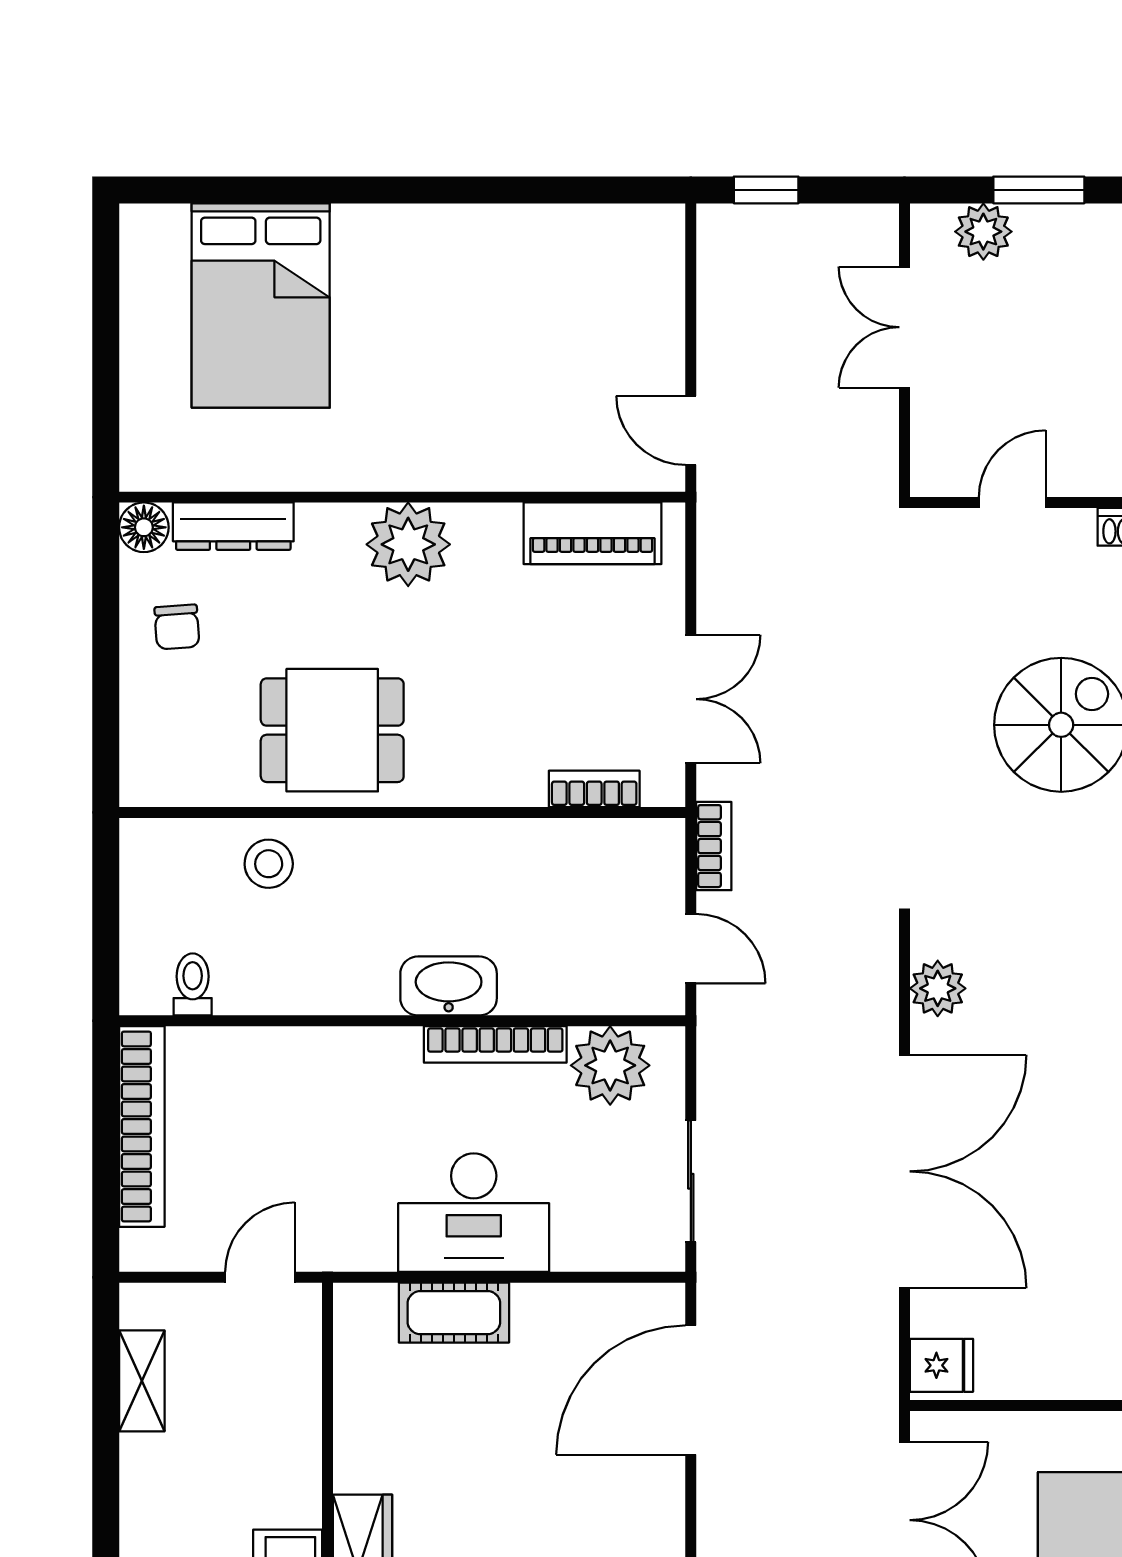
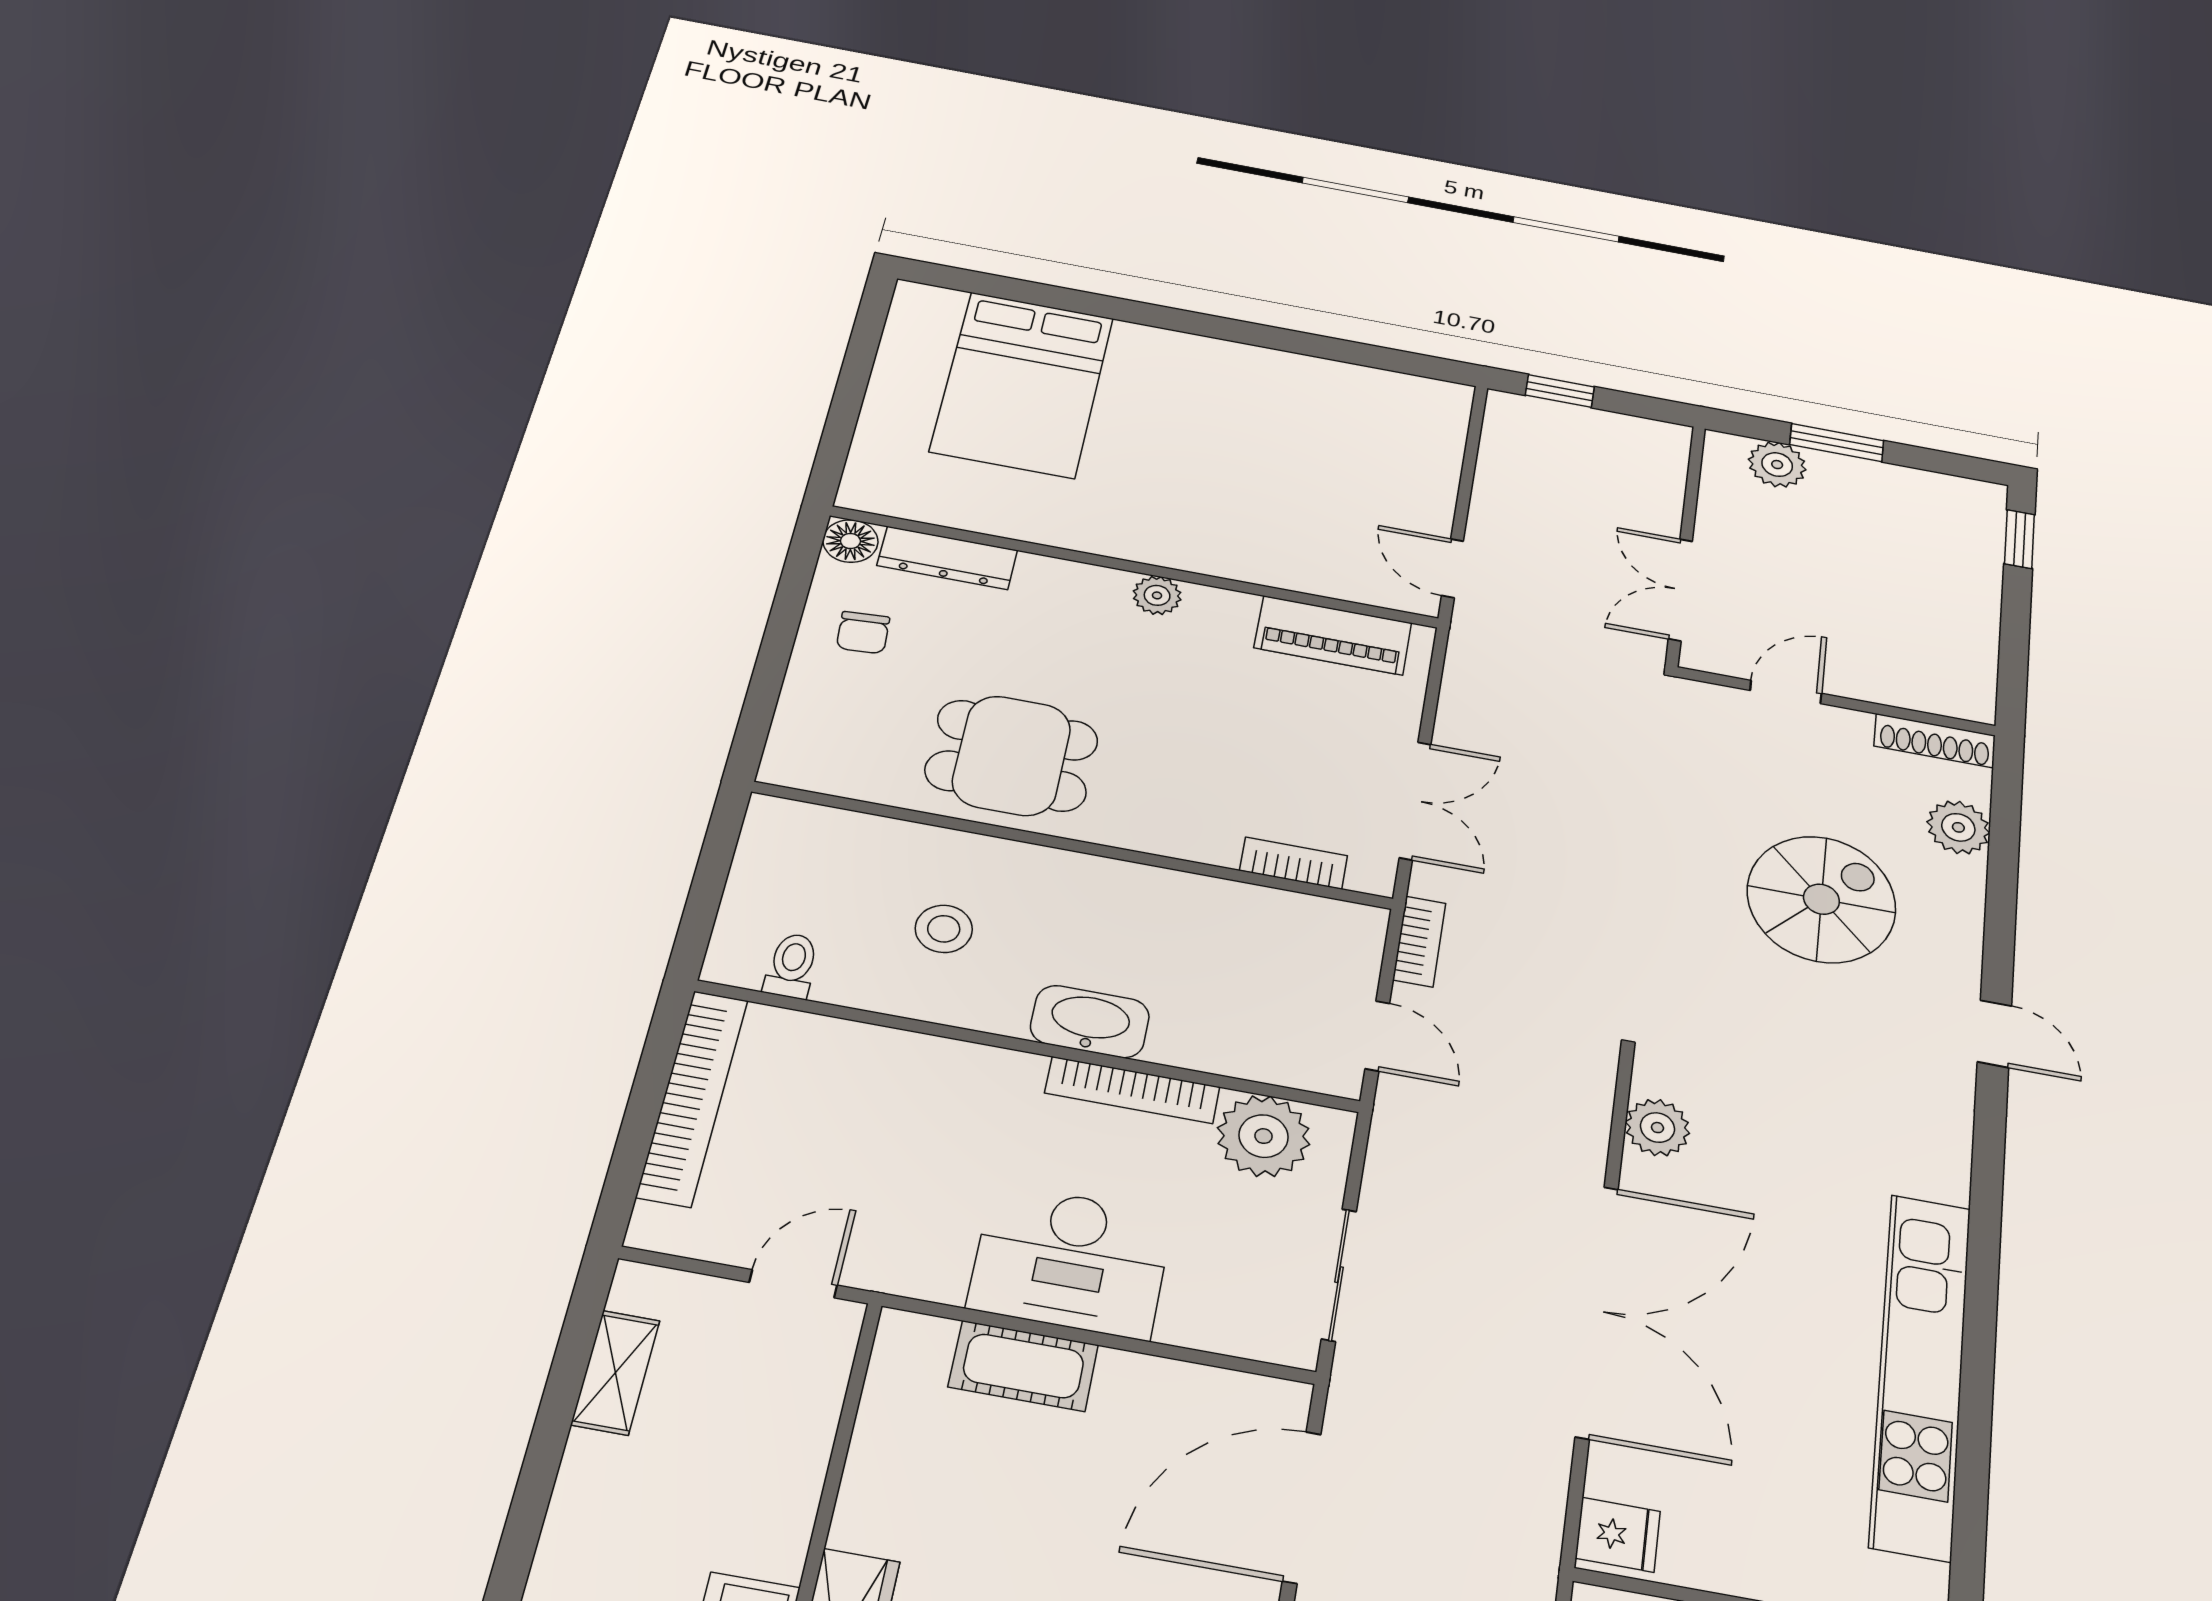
double door: (905, 327) -> (1680, 590), moved
plant: (408, 544) -> (1157, 595), width x0.53, depth x0.53
stool: (269, 864) -> (944, 929), moved

